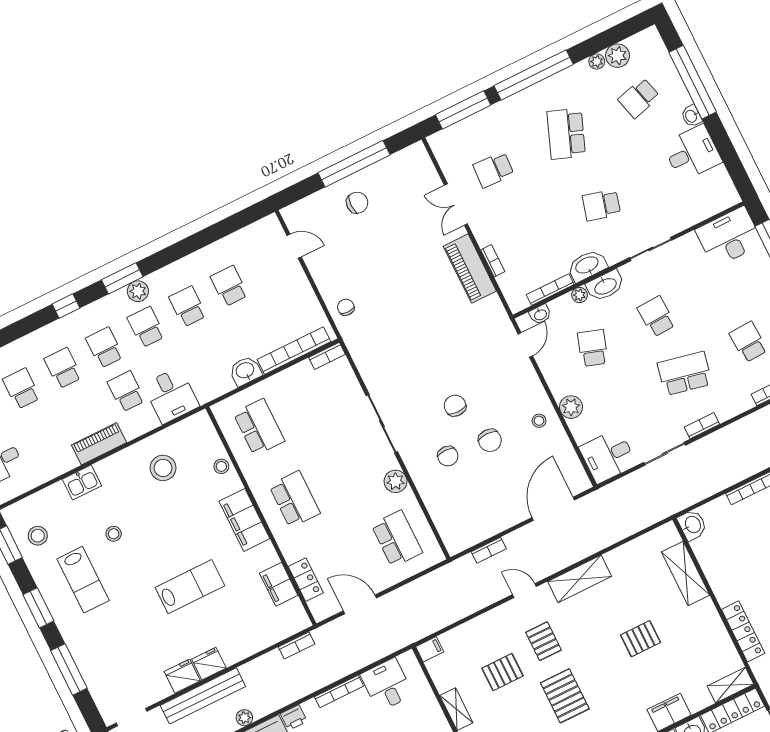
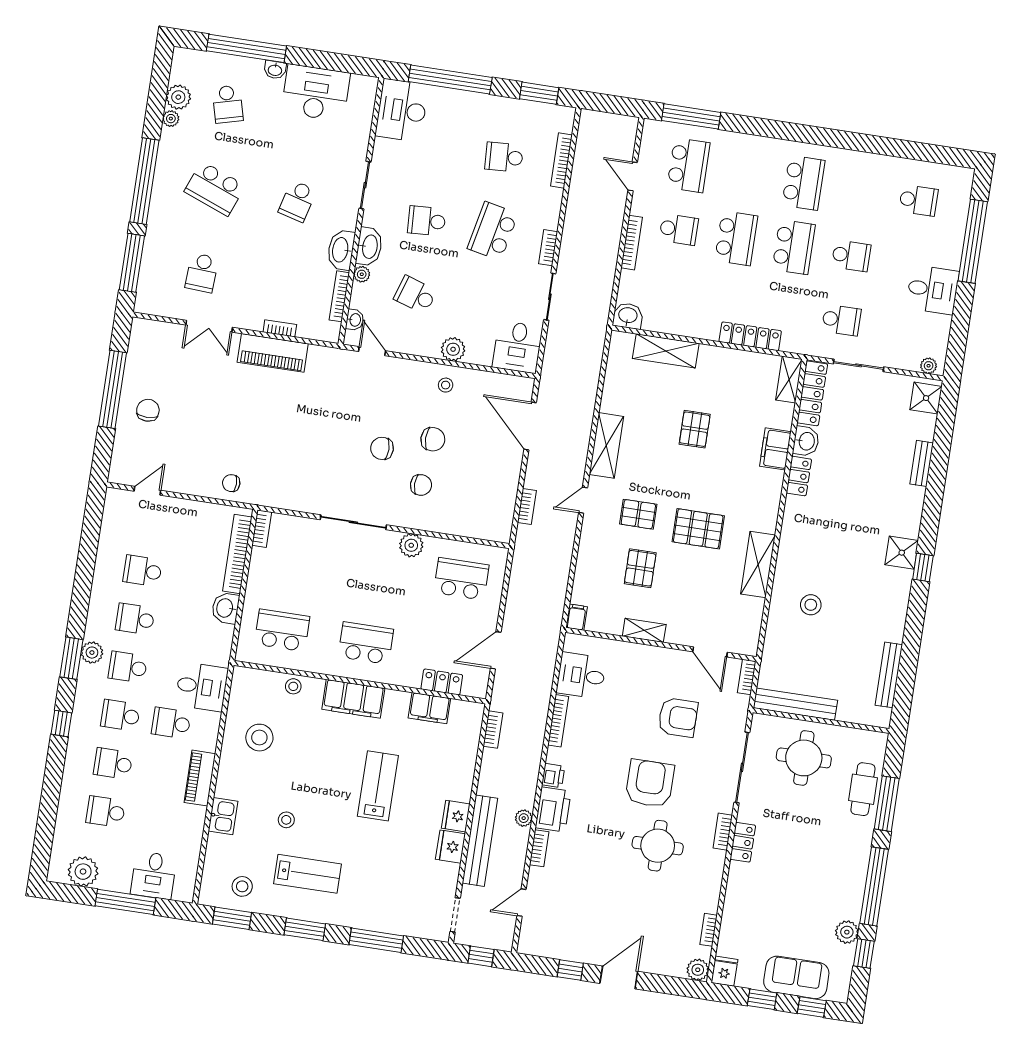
desk: (692, 153) -> (316, 93), width x1.37

